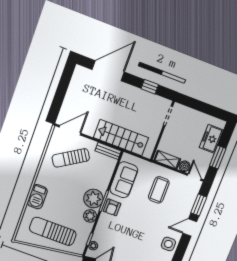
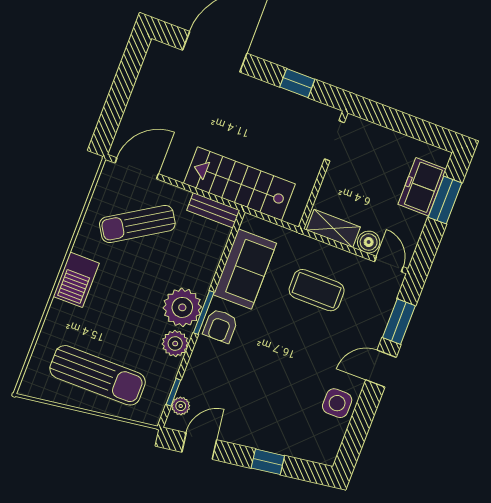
window: (218, 157) -> (445, 200), moved
coffee table: (159, 190) -> (317, 290), turned 90
barbecue: (37, 197) -> (76, 280), moved
sun lounger: (53, 231) -> (98, 375), turned 180

